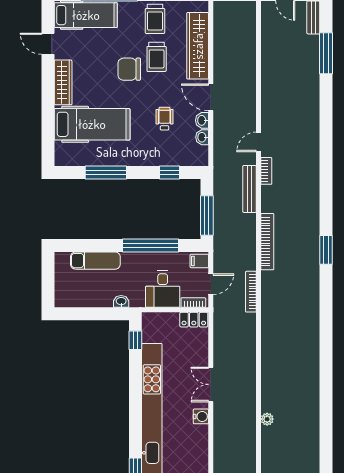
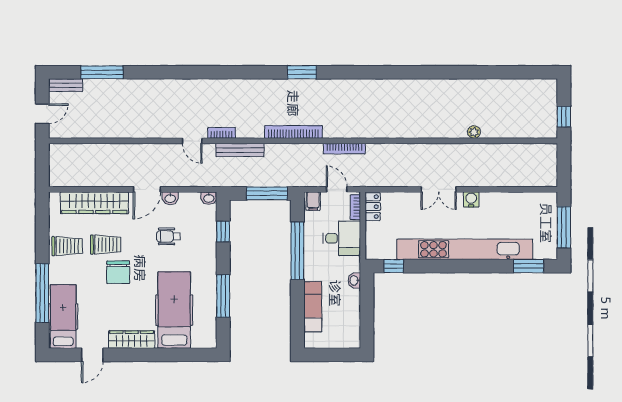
washbasin: (202, 137) -> (209, 198), moved

